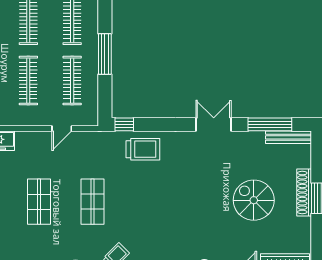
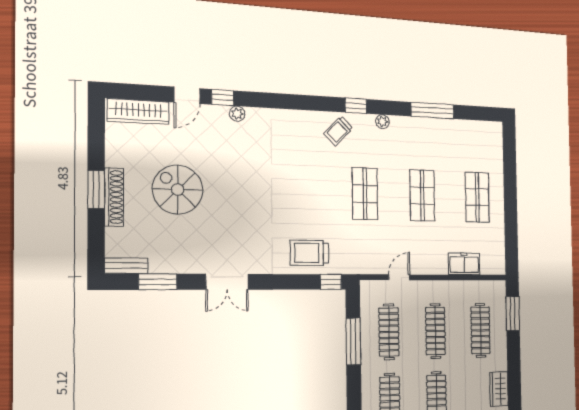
window: (105, 54) -> (353, 341), moved
window: (270, 124) -> (158, 282), width x0.69
bench: (288, 137) -> (126, 266), width x0.73
spiral stairs: (254, 200) -> (178, 190), turned 180

